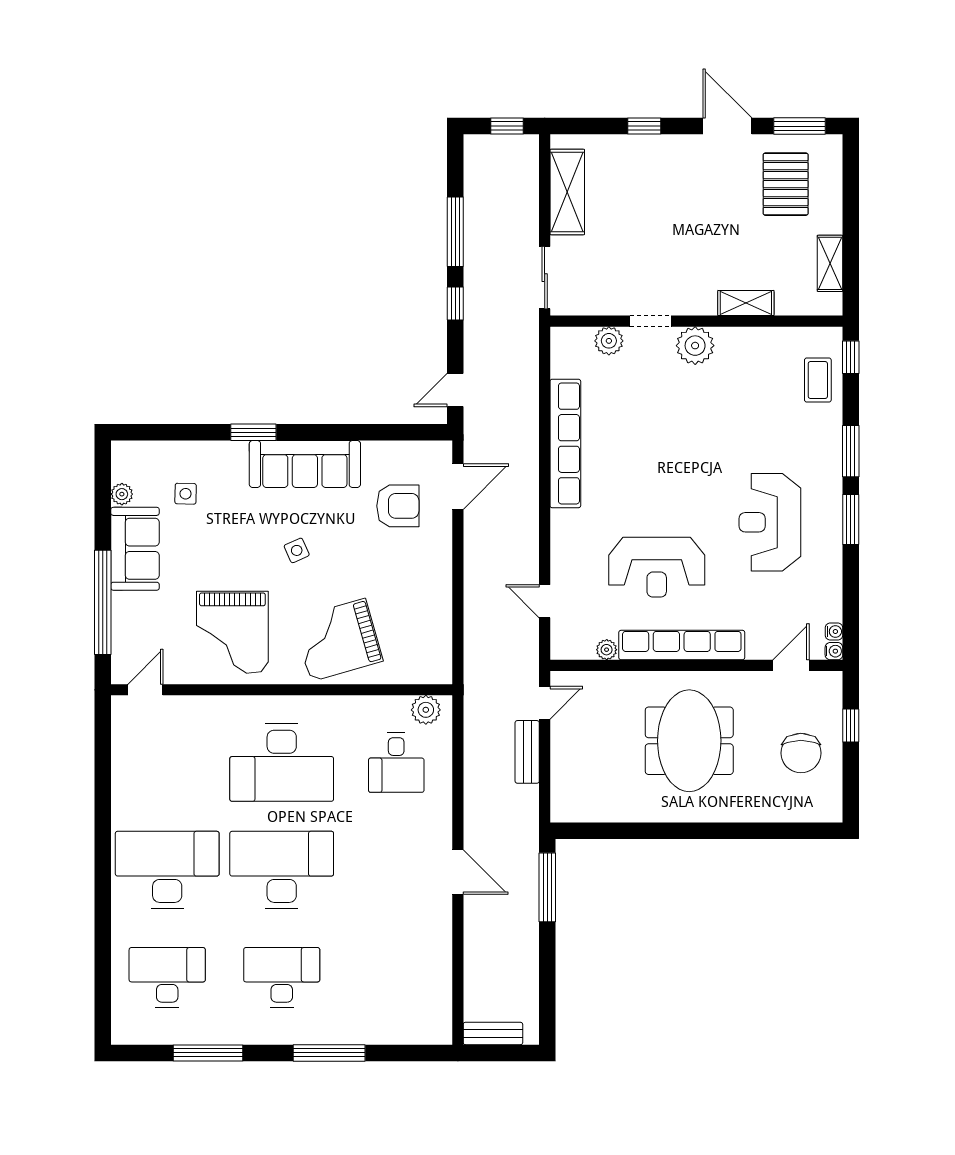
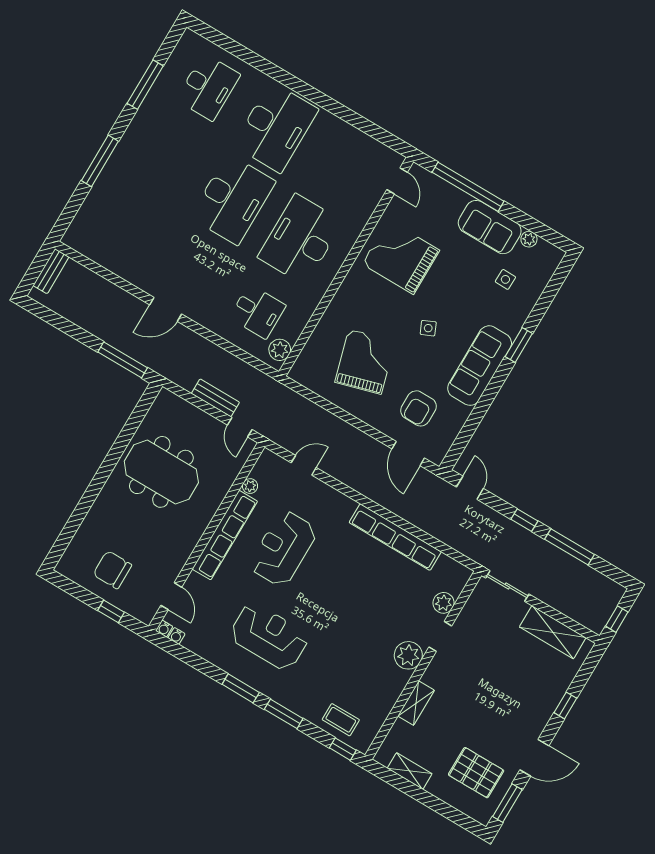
grand piano: (338, 640) -> (365, 362), moved
meeting table: (689, 741) -> (161, 472), moved
desk: (396, 763) -> (257, 311), turned 180
desk: (282, 977) -> (165, 159), removed

